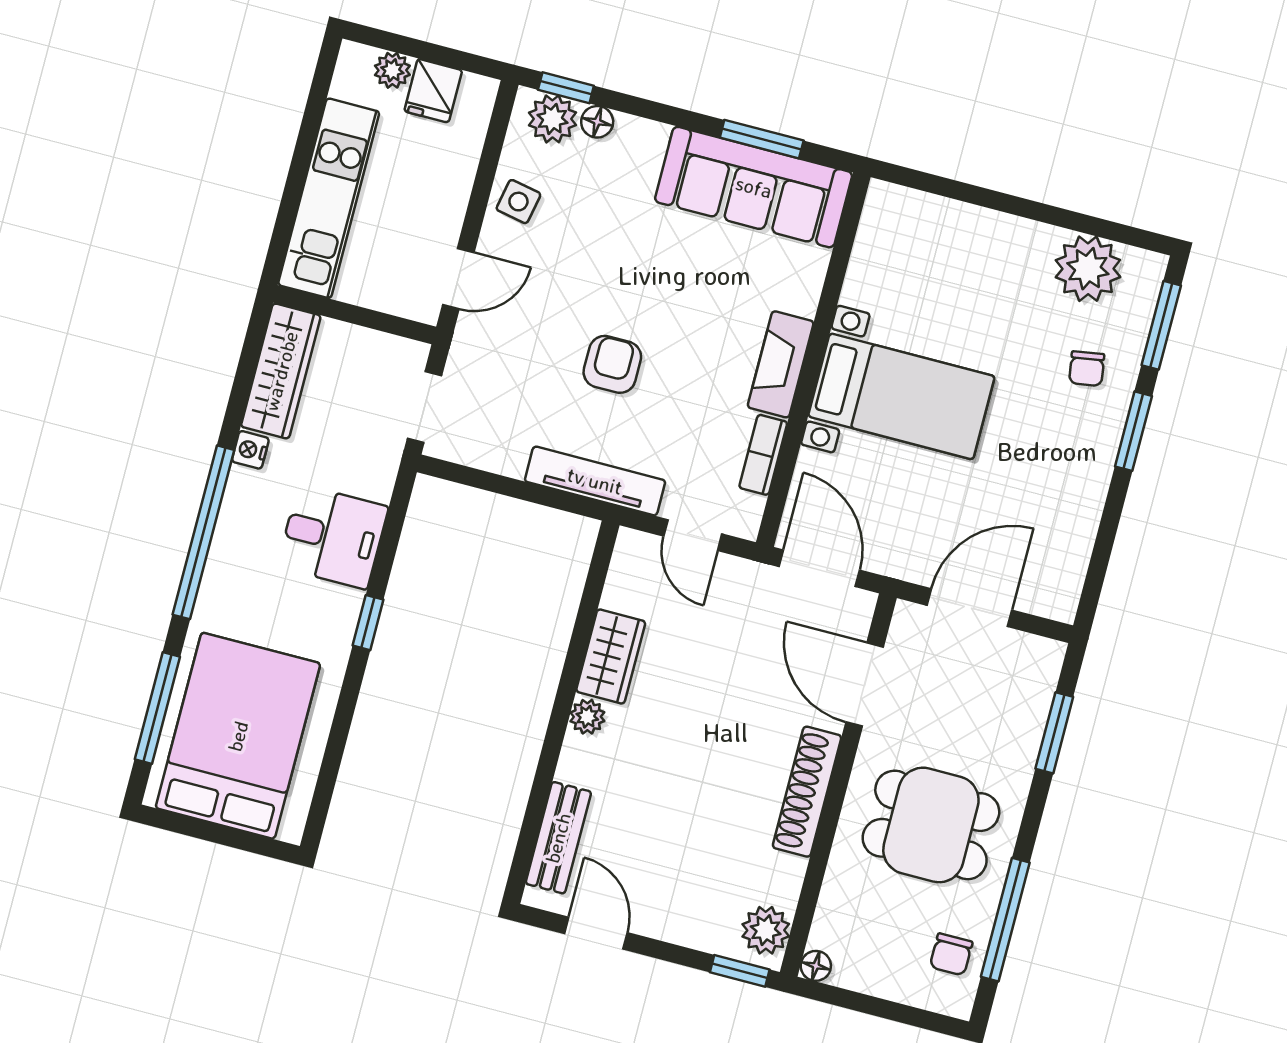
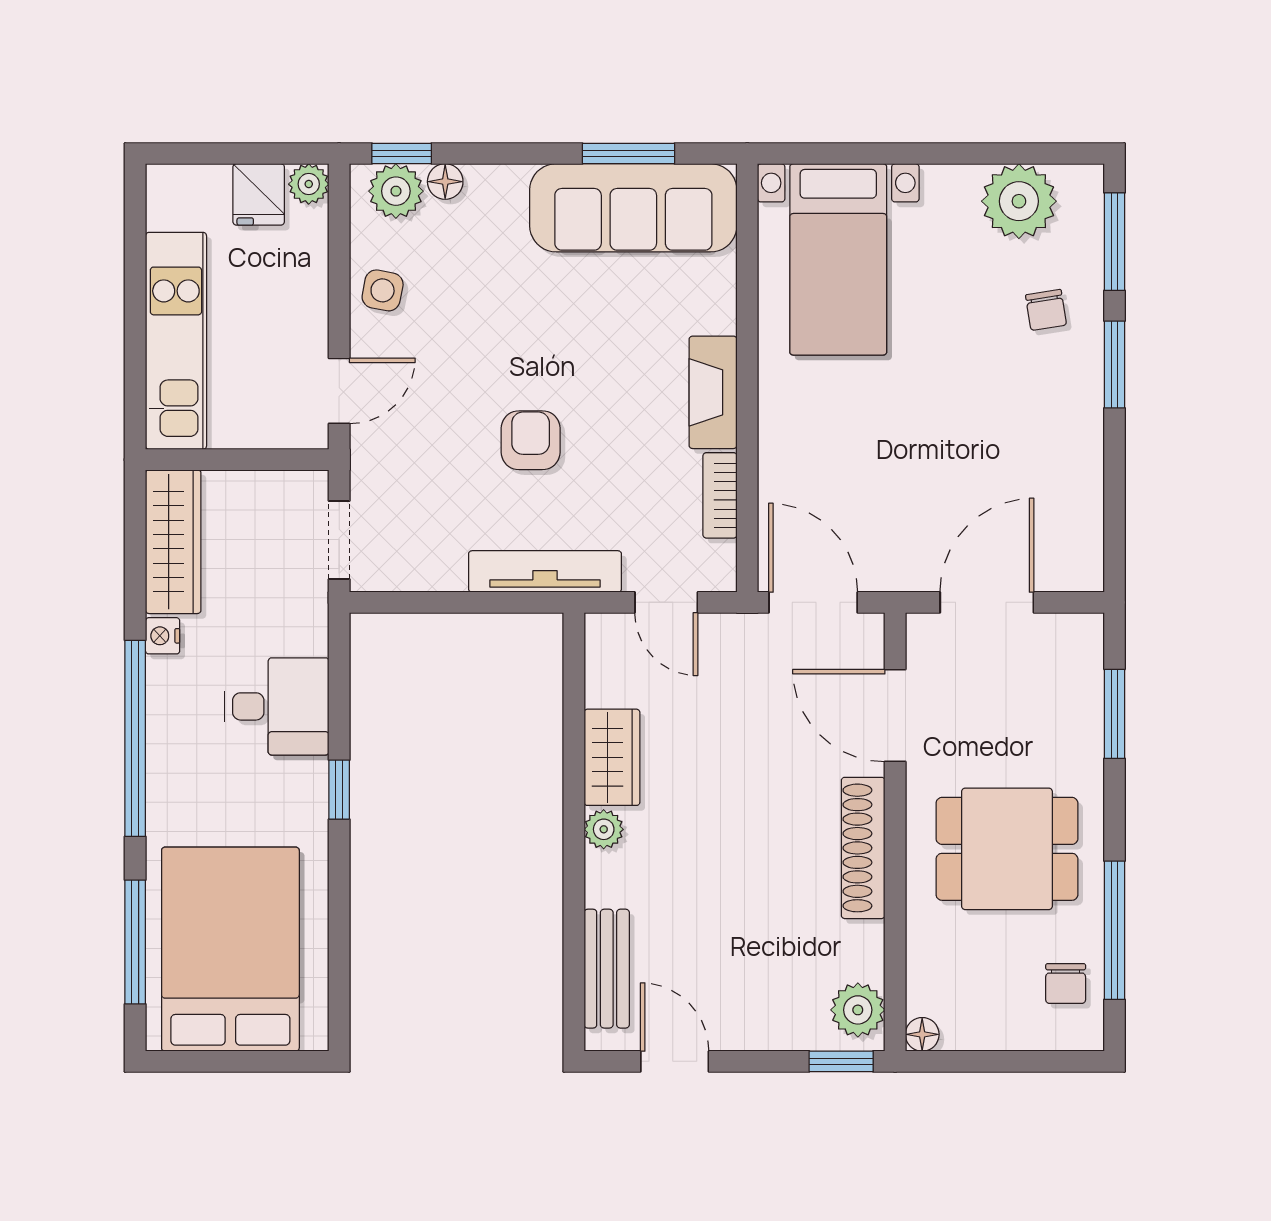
plant: (392, 70) -> (309, 184), moved
bed with nightstands: (901, 396) -> (838, 259), moved, turned 90

